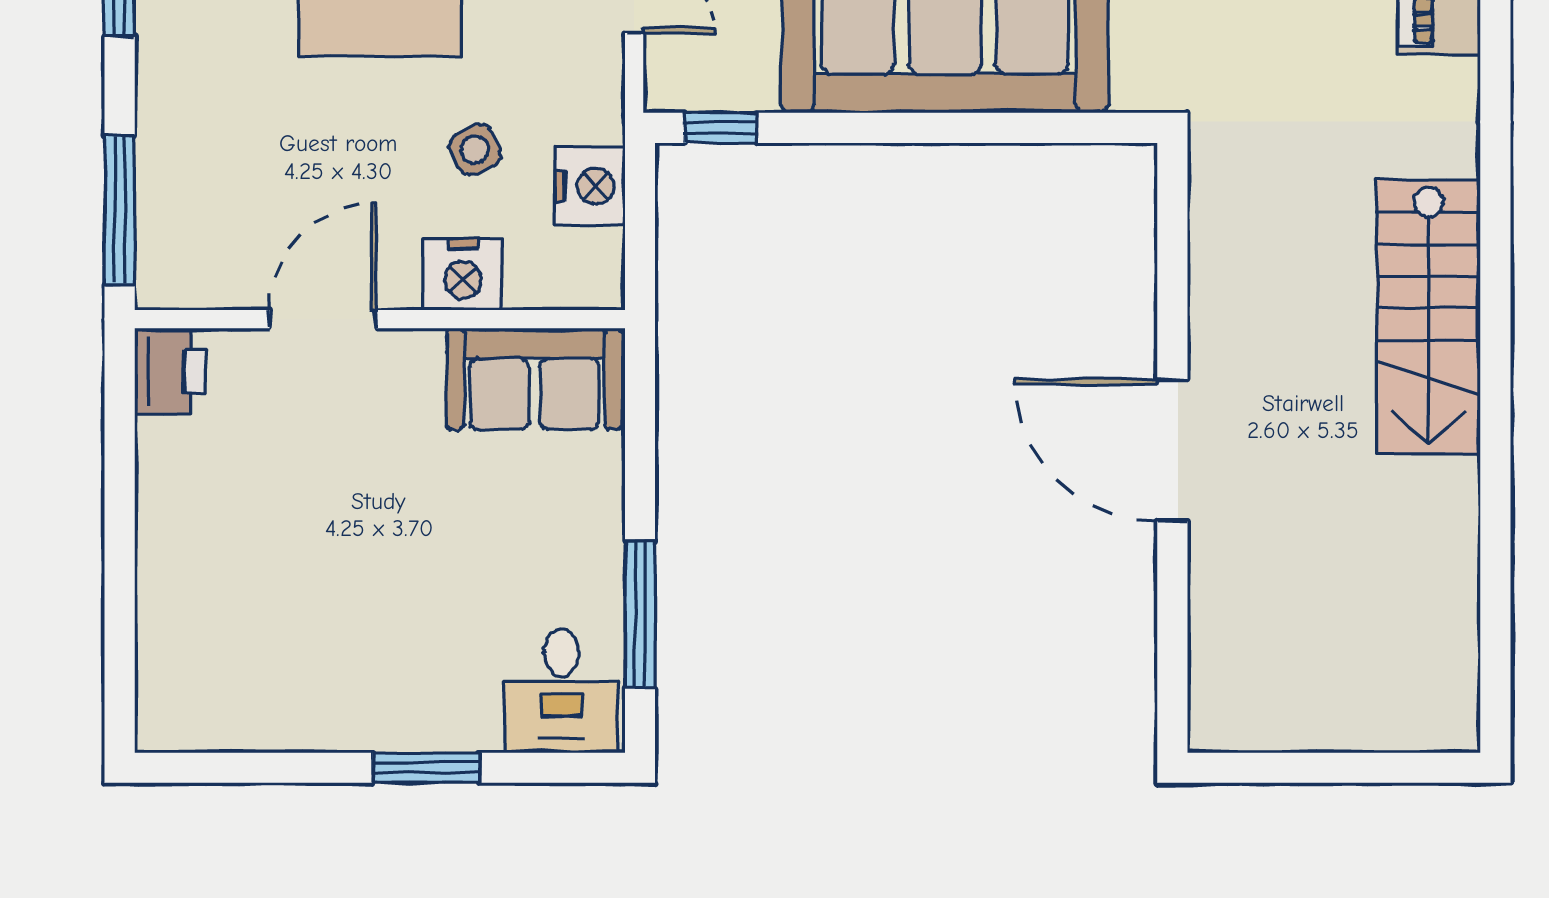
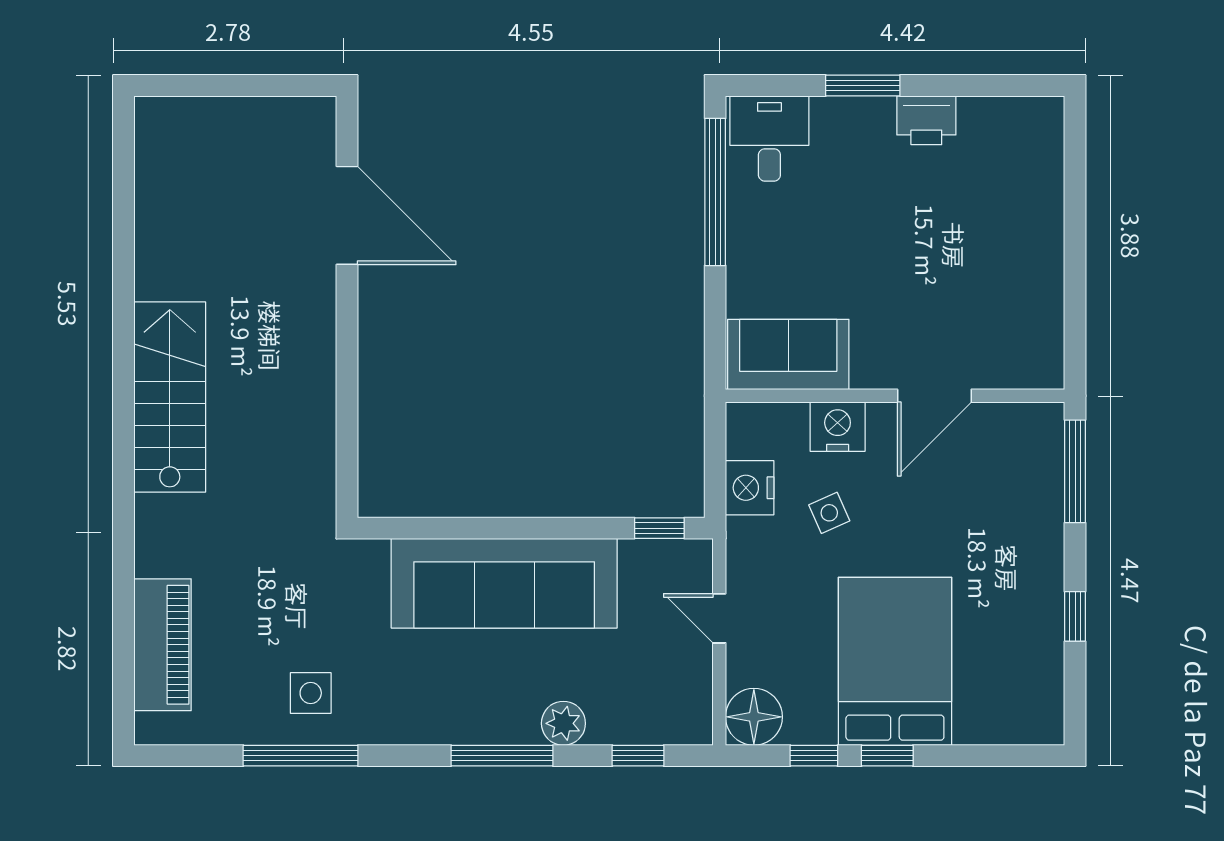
printer: (170, 371) -> (926, 120), moved, turned -90
door: (1172, 450) -> (347, 215), moved
window: (640, 614) -> (715, 192), width x1.46

